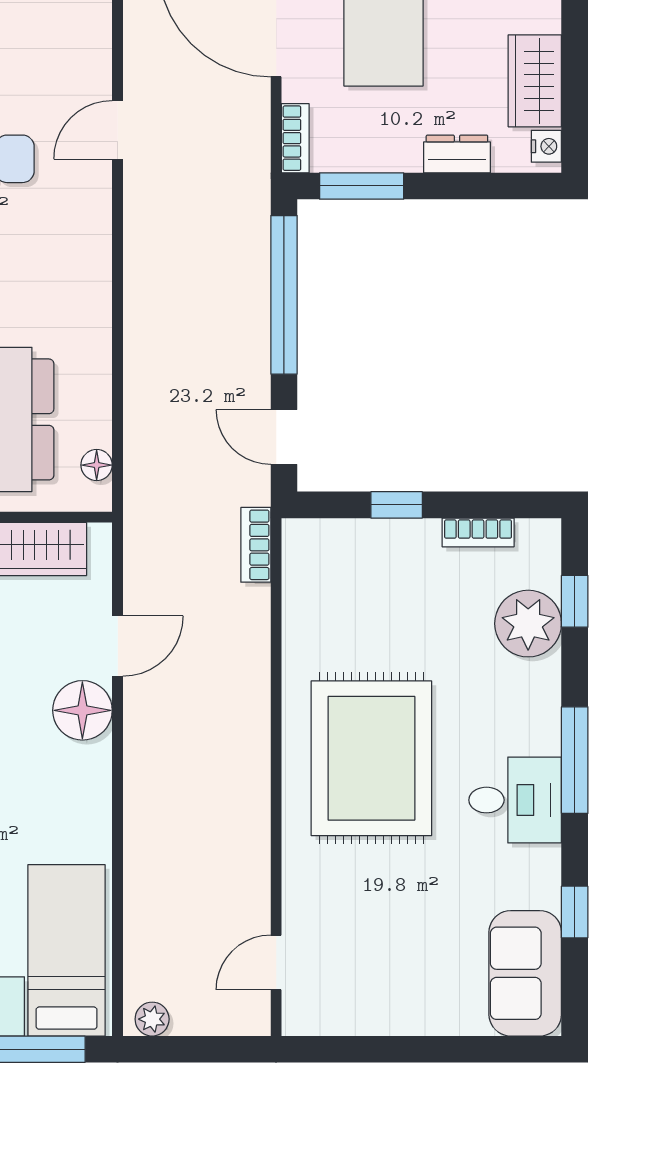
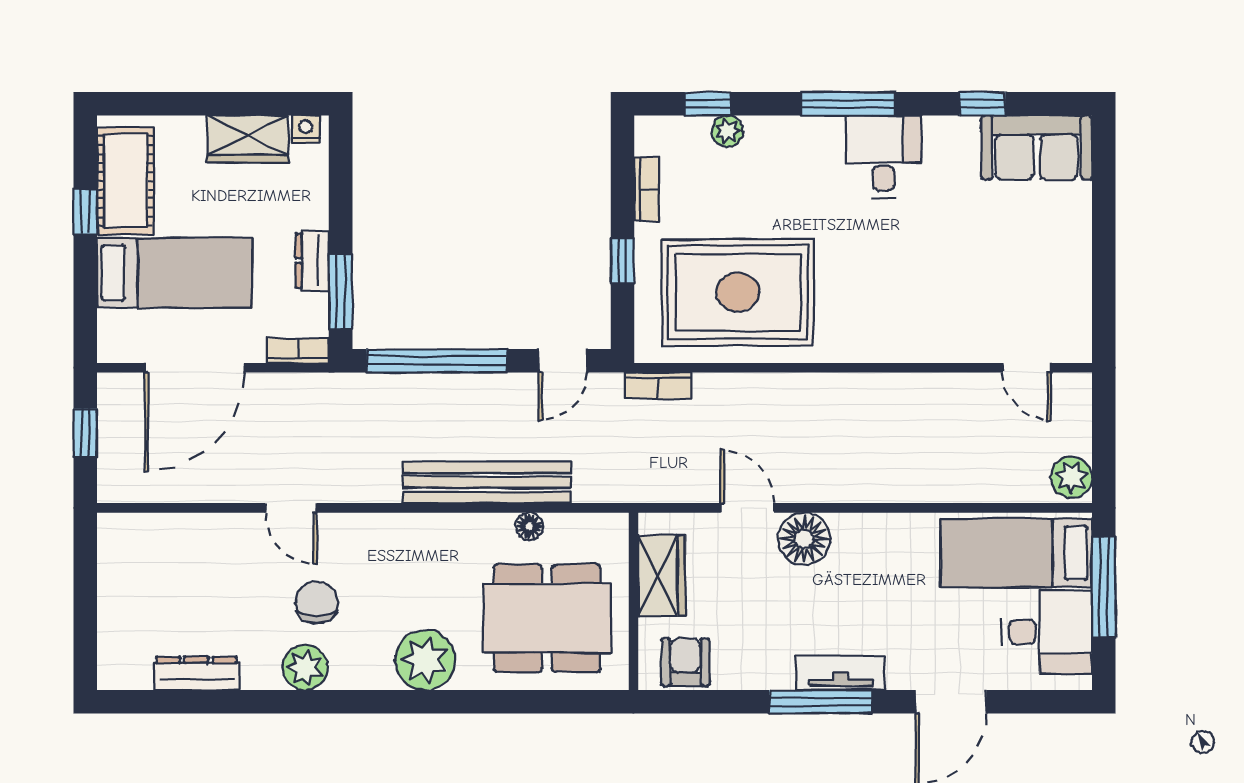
dresser: (457, 154) -> (312, 261), moved
bench: (146, 352) -> (487, 482), added
floor lamp: (97, 465) -> (529, 526), moved
plant: (528, 624) -> (727, 131), width x0.53, depth x0.53
rug: (371, 758) -> (738, 292), moved
plant: (152, 1019) -> (1071, 477), width x1.38, depth x1.38

